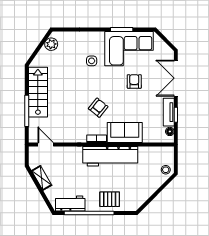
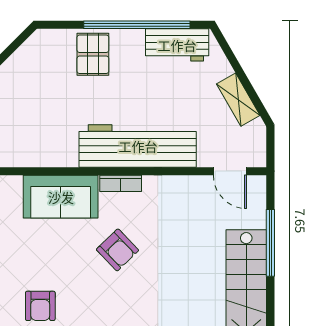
armchair: (98, 108) -> (117, 250), turned -83
workbench: (110, 156) -> (138, 146), moved
pallet: (110, 199) -> (93, 54), turned 90

